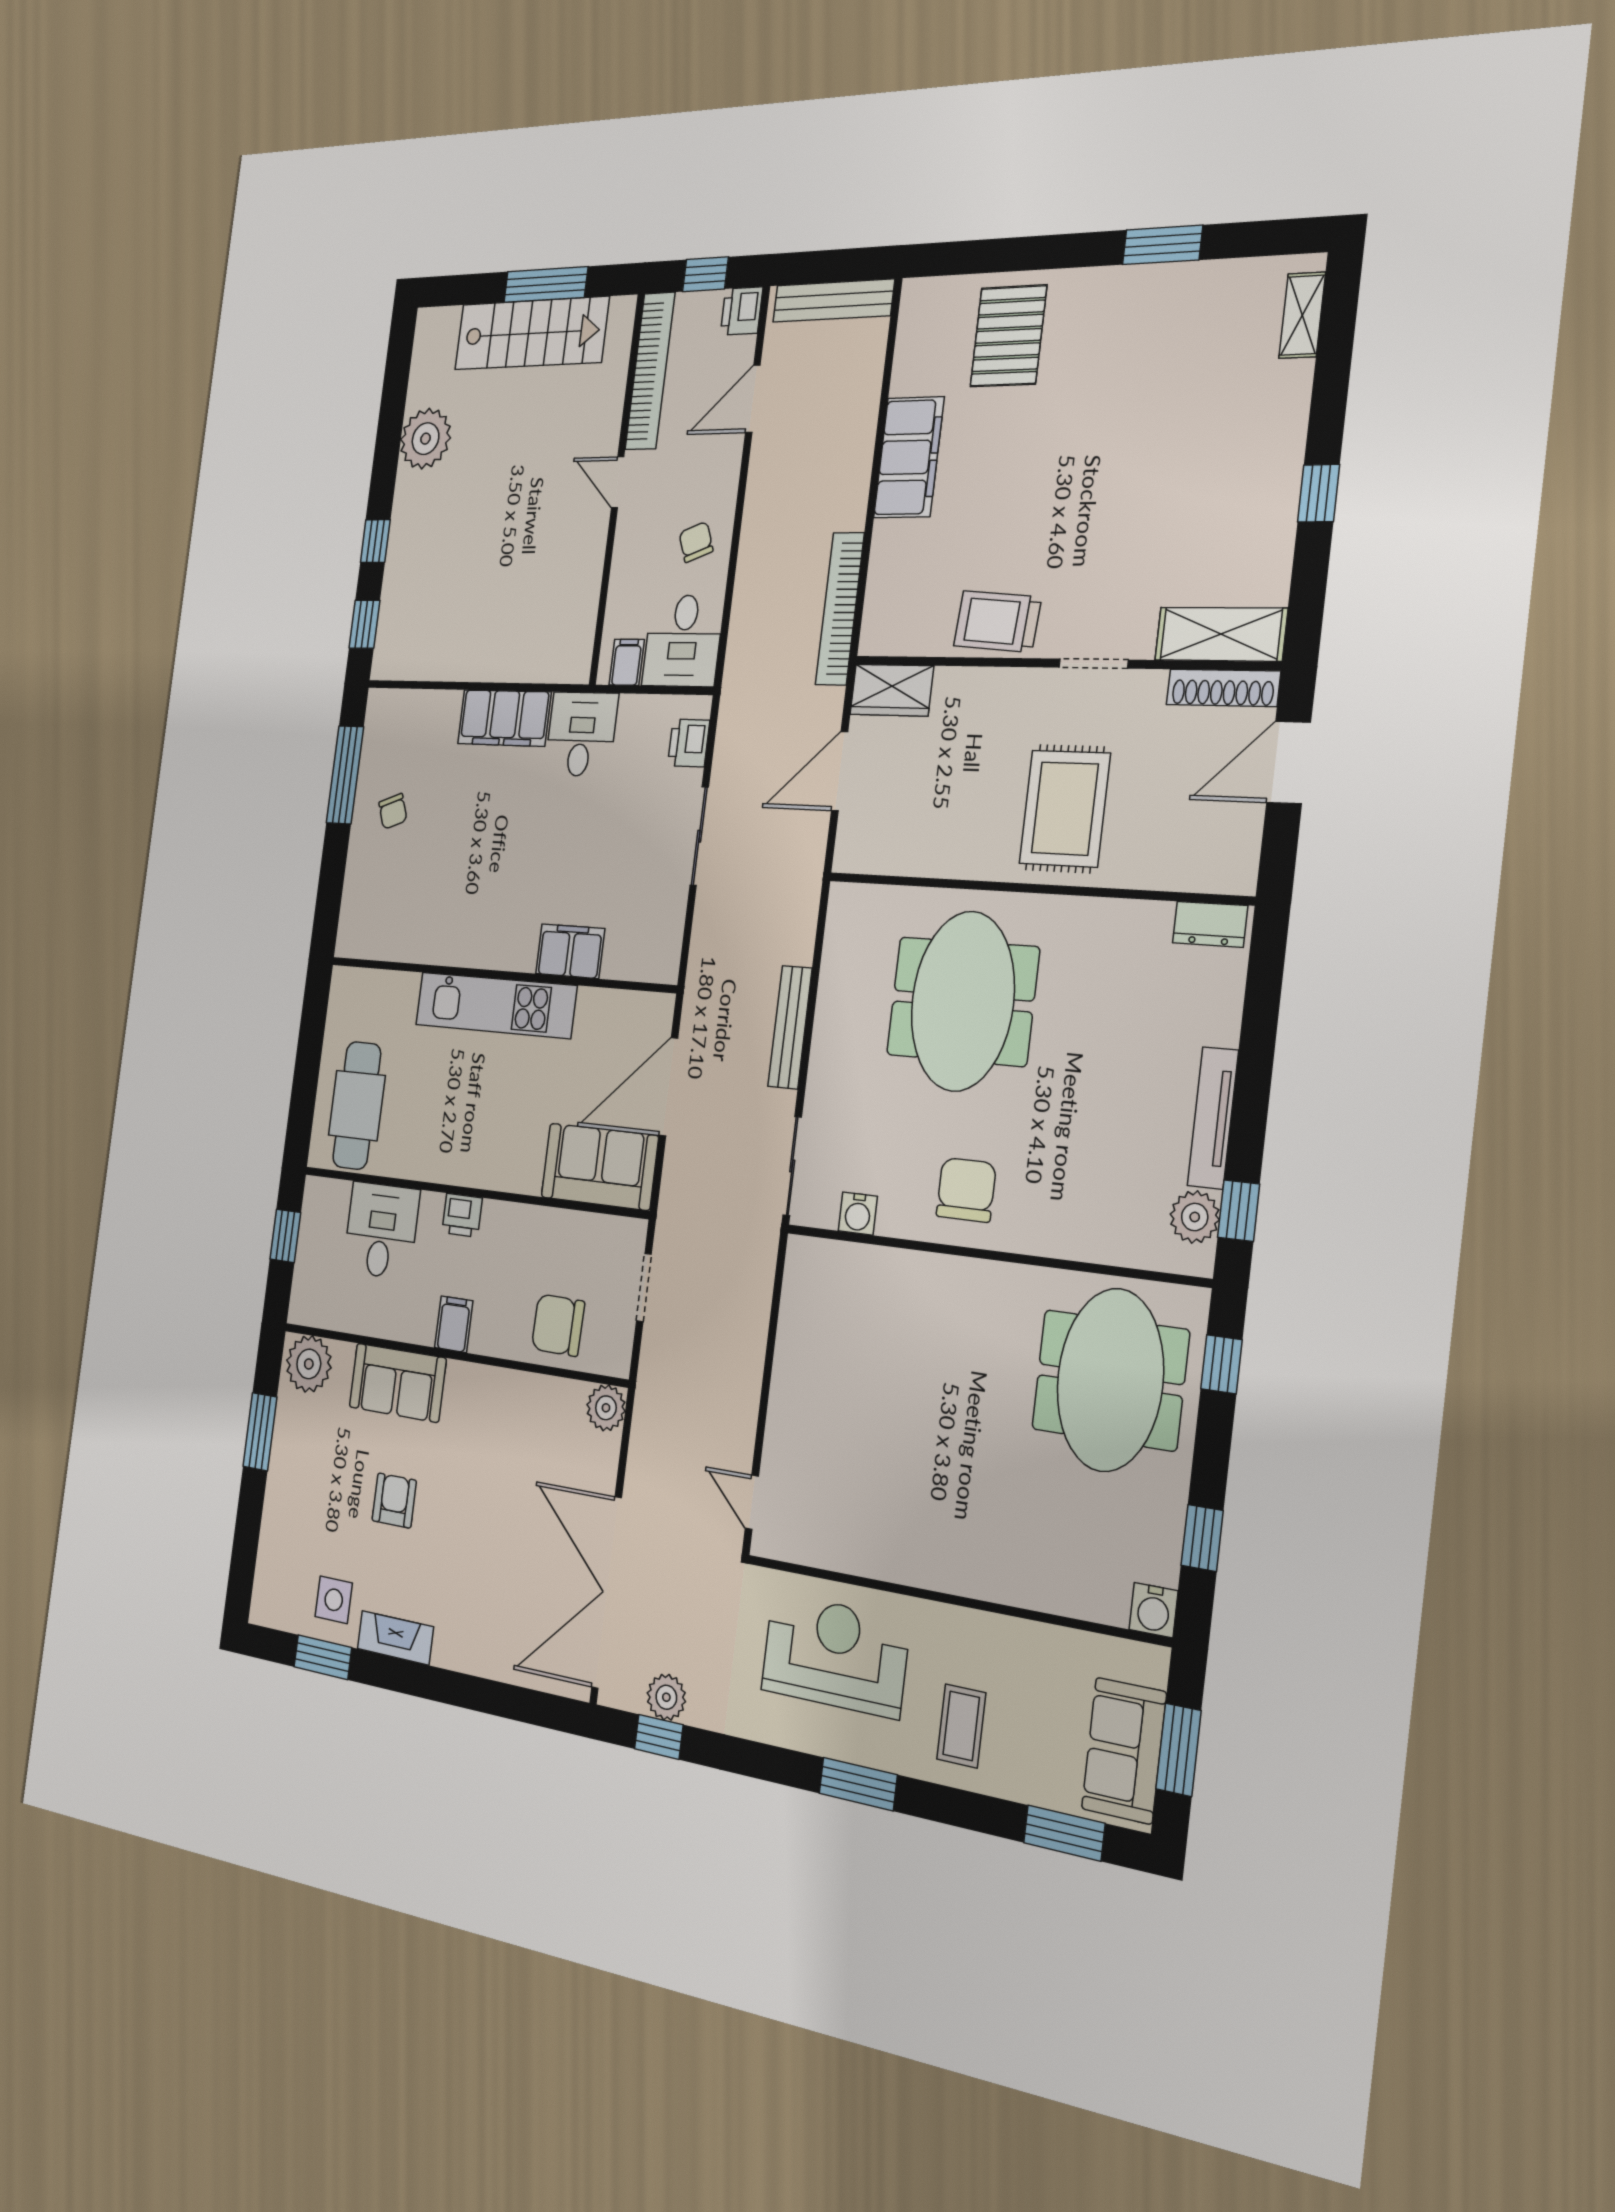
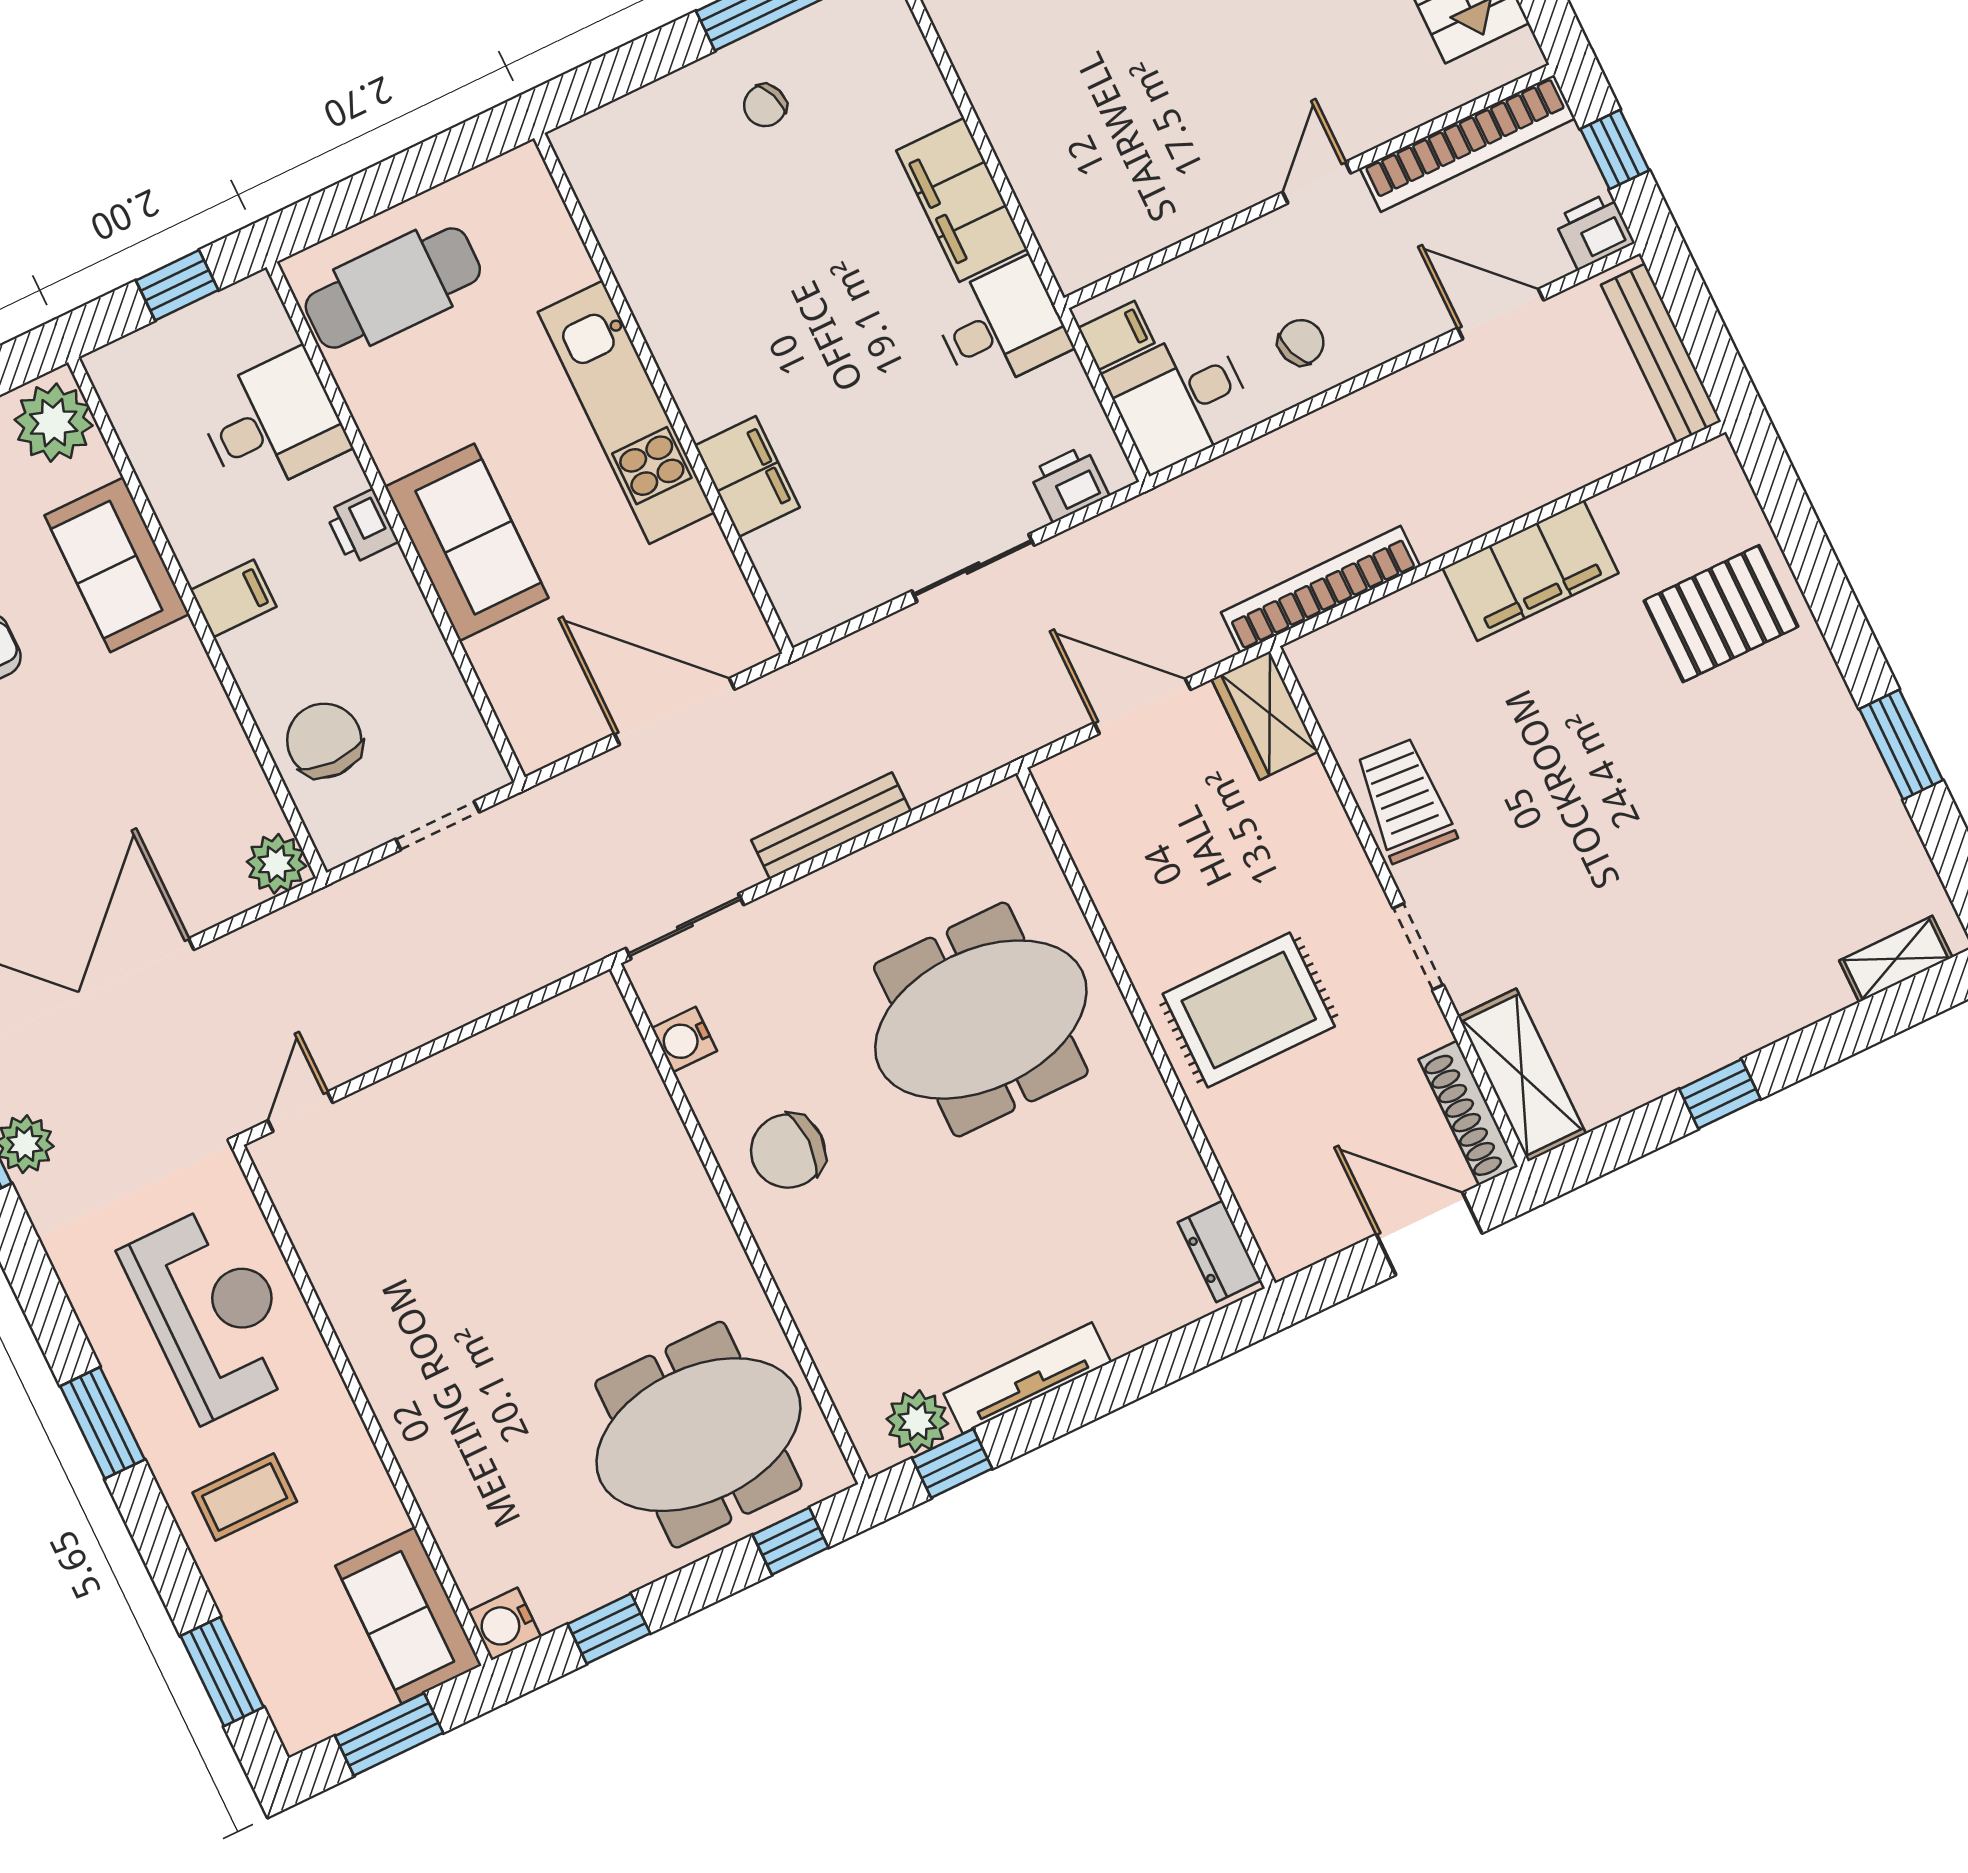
sofa: (600, 1167) -> (467, 542), moved
chair: (966, 1190) -> (788, 1151), turned 180
sofa: (1124, 1750) -> (408, 1615), moved, turned -90

